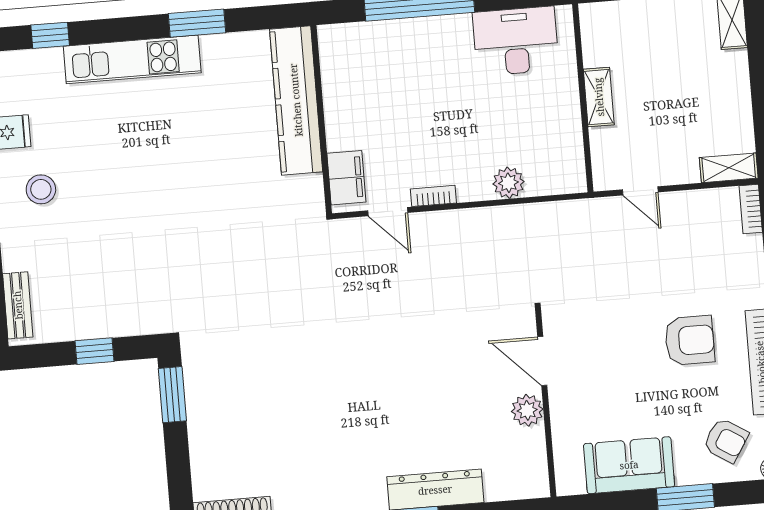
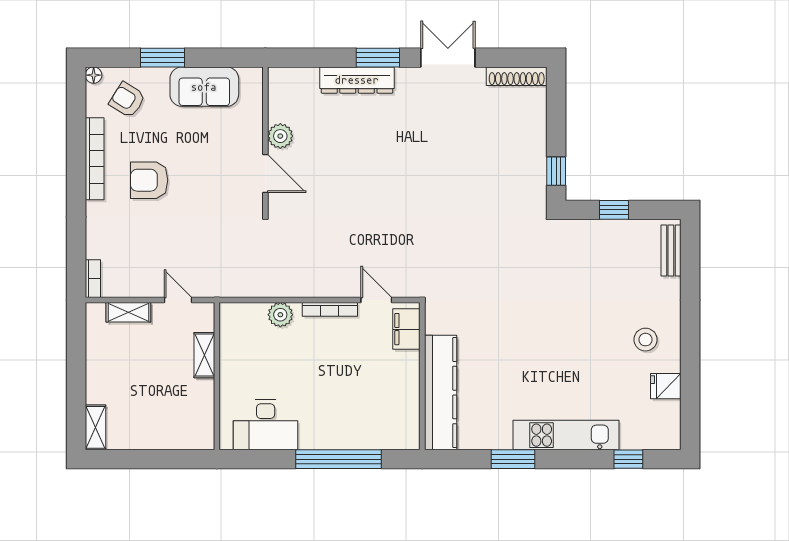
shelving: (599, 97) -> (204, 355), moved
shelving: (729, 168) -> (128, 312), moved
bookcase: (433, 196) -> (330, 309), width x1.56
window: (172, 395) -> (556, 171), width x0.67

